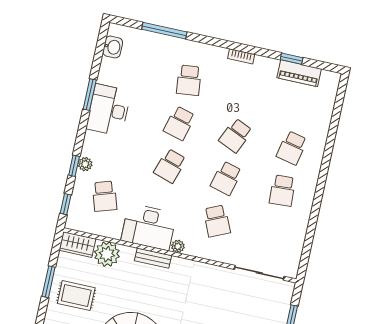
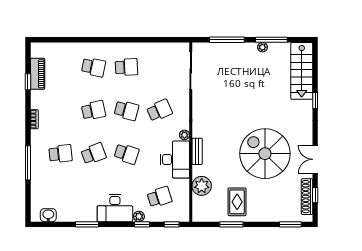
window: (164, 31) -> (28, 163), moved
desk: (109, 110) -> (115, 208), moved
school desk: (179, 123) -> (94, 154), turned -36
school desk: (236, 135) -> (94, 110), turned -36
wardrobe: (77, 245) -> (199, 209), removed

